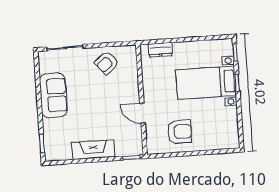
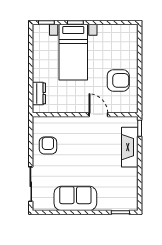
armchair: (107, 63) -> (48, 145), turned -142
door: (143, 113) -> (98, 115), swing flipped
armchair: (180, 132) -> (118, 80), turned 90
fireplace: (93, 150) -> (130, 147), moved

